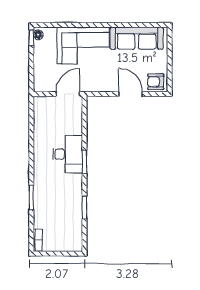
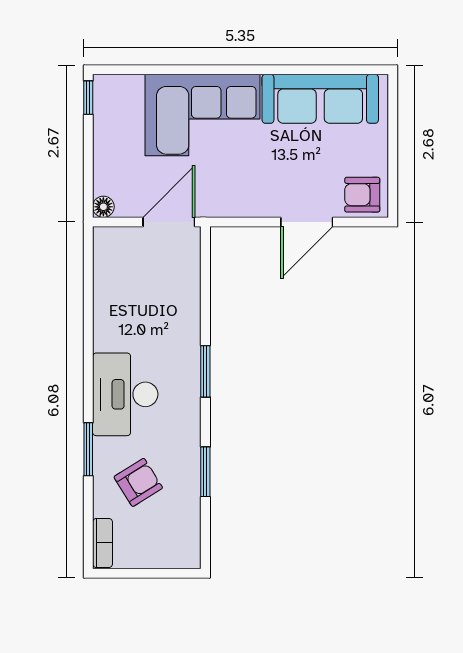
floor lamp: (38, 35) -> (103, 207), moved
door: (131, 94) -> (307, 222), swing flipped
desk: (68, 154) -> (125, 394), moved, turned 180
armchair: (54, 212) -> (138, 482), added

